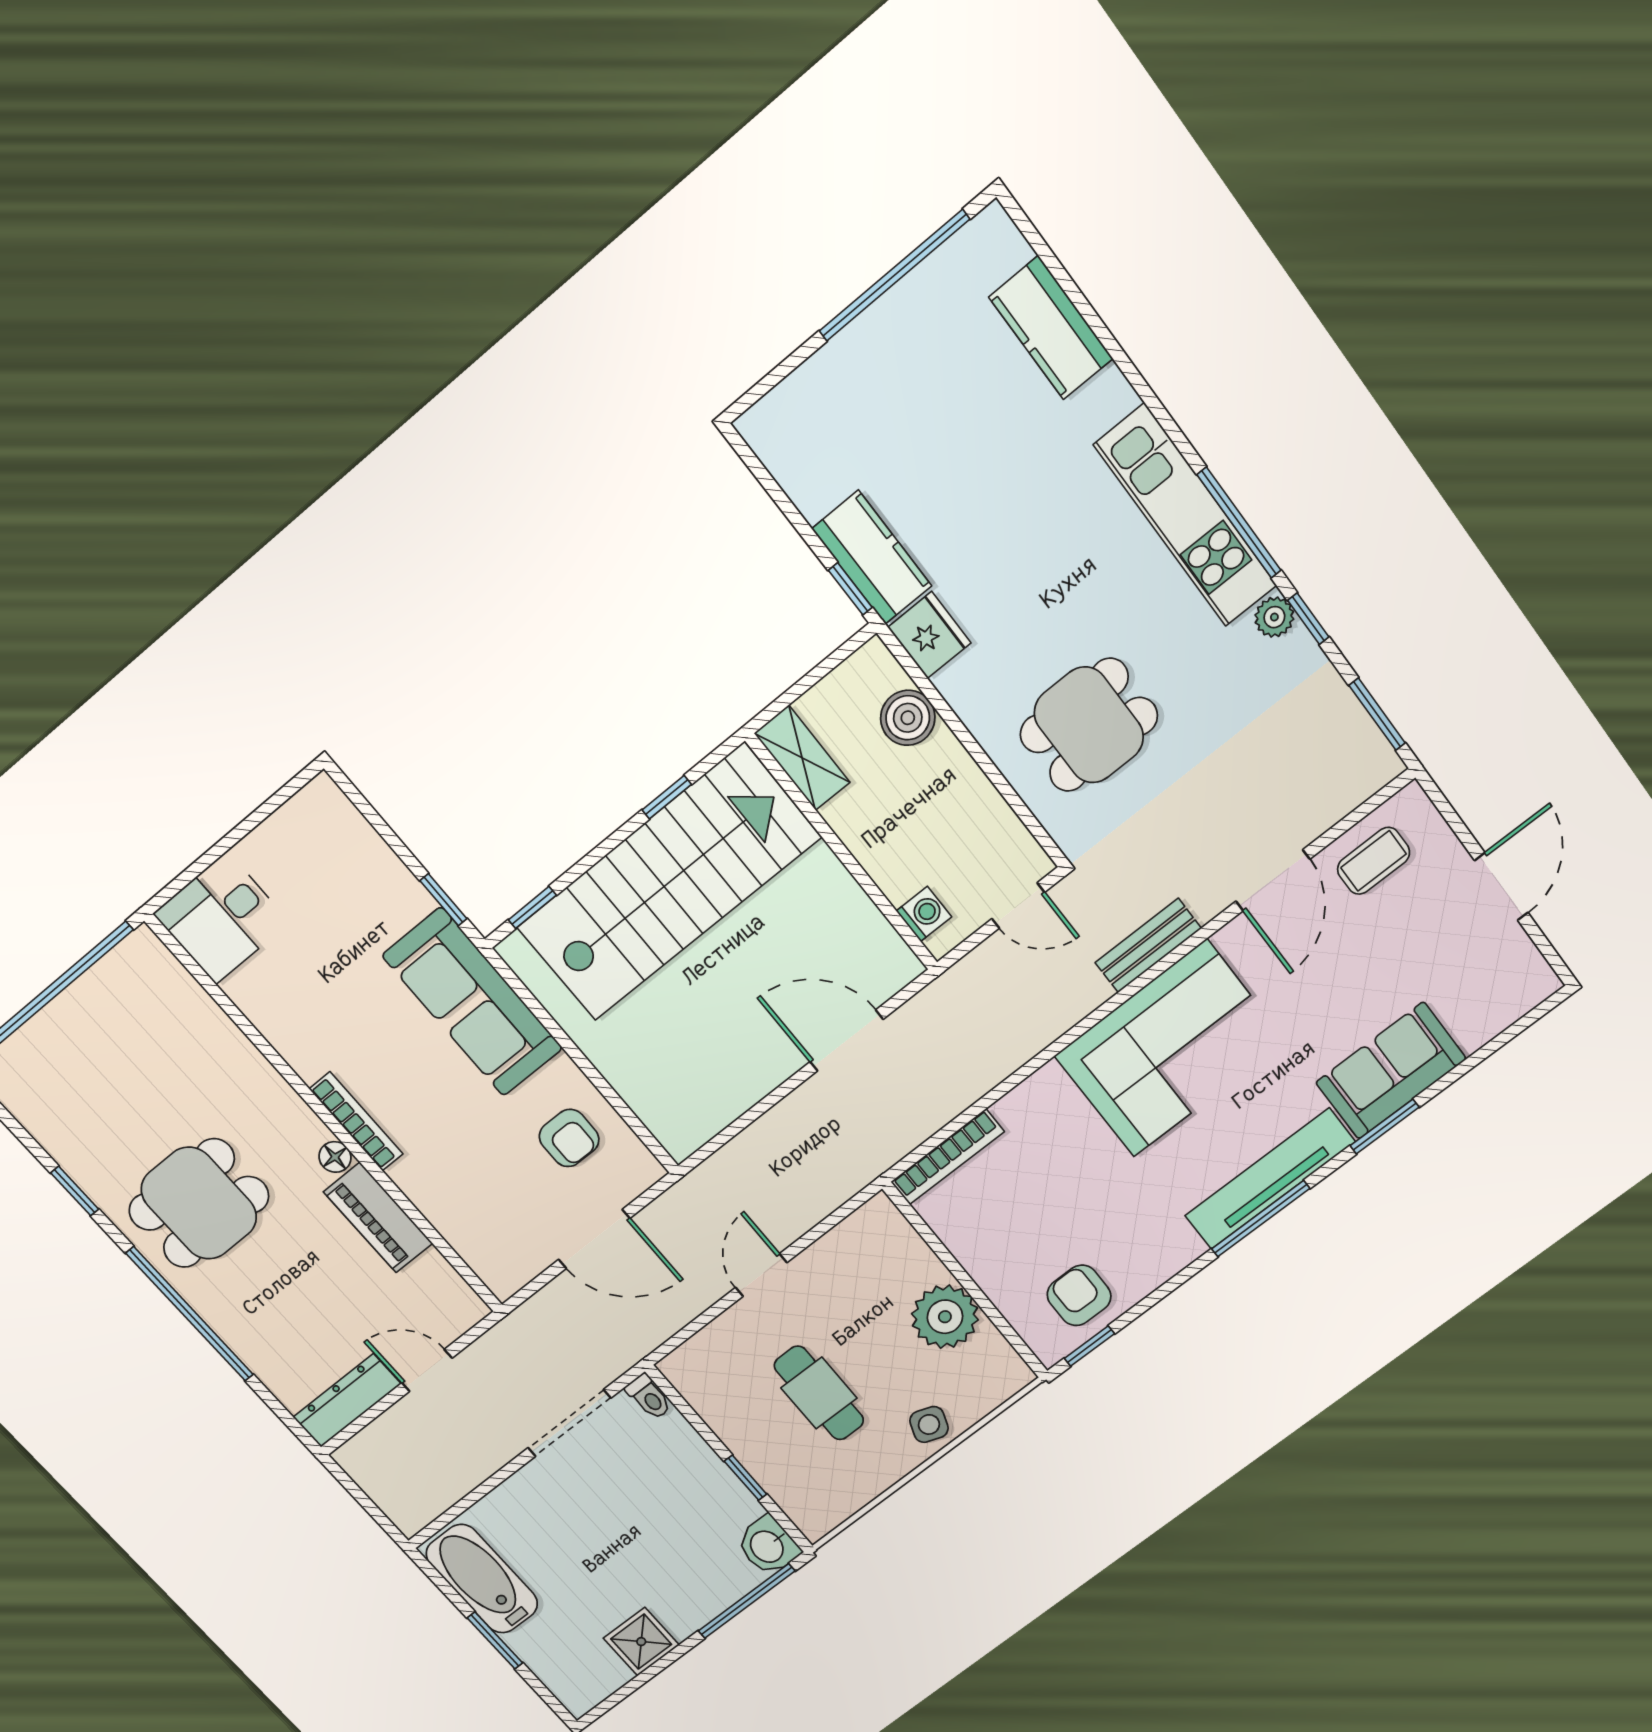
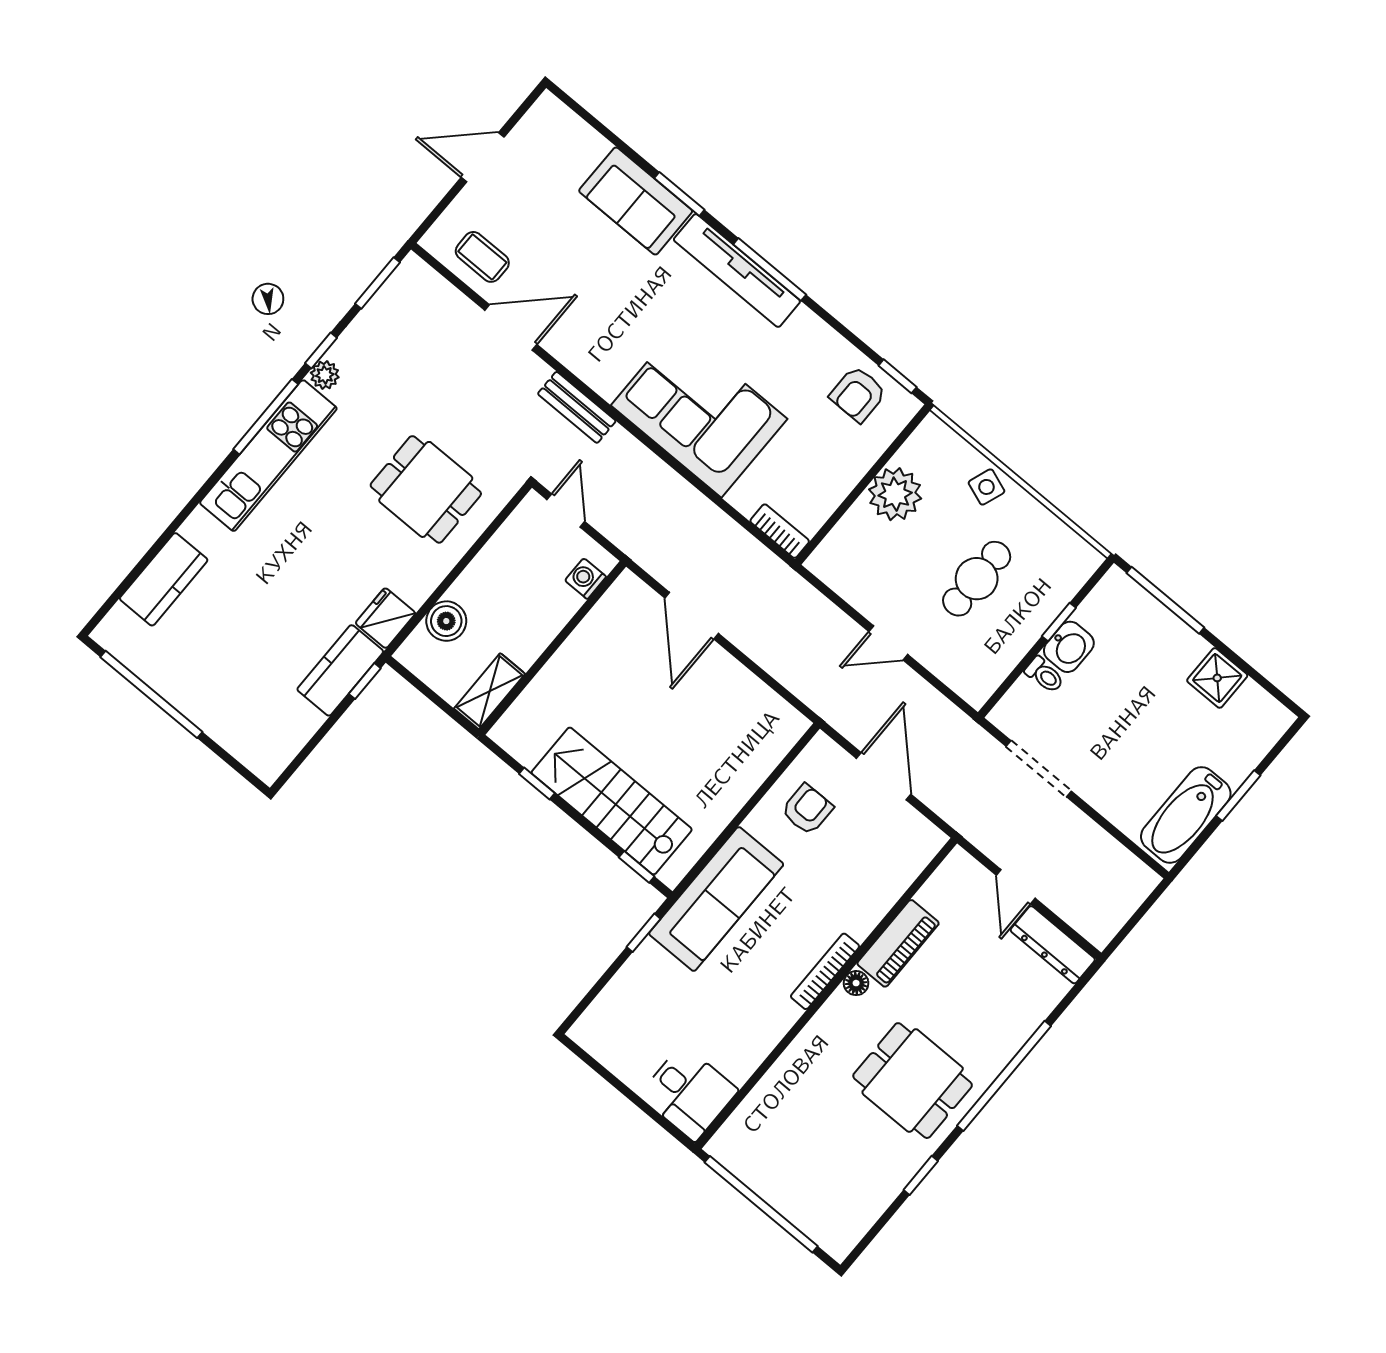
stairs: (669, 883) -> (612, 801), width x0.73, depth x0.66
corner sofa: (1170, 1049) -> (699, 412), moved
bookcase: (947, 1157) -> (780, 531), width x0.64
toilet: (649, 1397) -> (1044, 675), moved, turned 90
washbasin: (768, 1546) -> (1069, 647), moved

